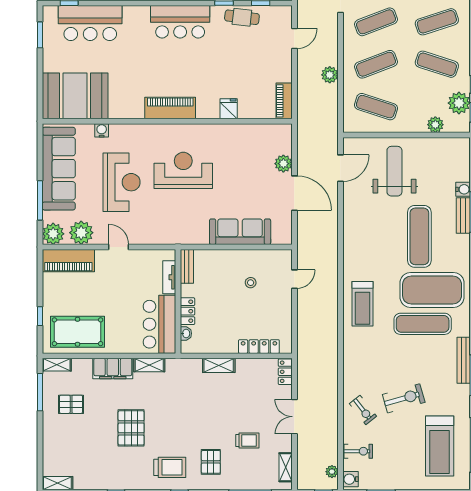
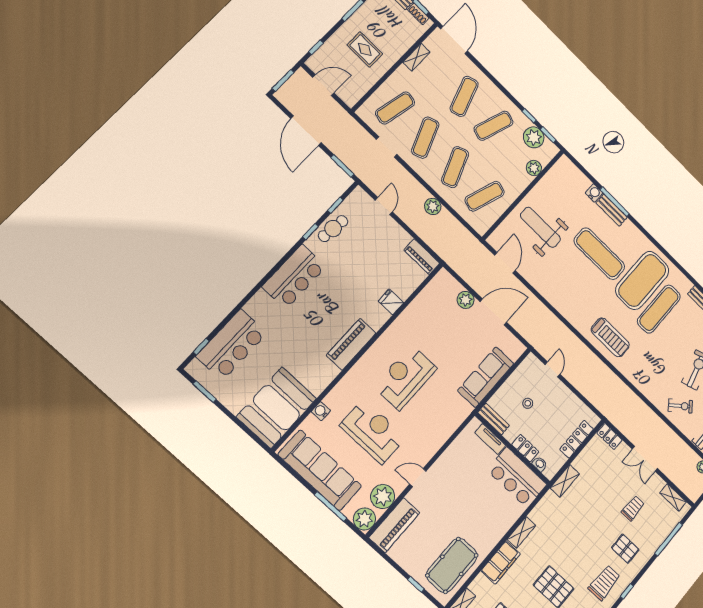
bench: (187, 266) -> (494, 419), moved
tv unit: (169, 277) -> (490, 439), moved
wall: (178, 301) -> (513, 449), moved
locker: (187, 311) -> (525, 448), moved
bar counter: (159, 324) -> (517, 477), moved
washbasin: (186, 333) -> (540, 464), moved

